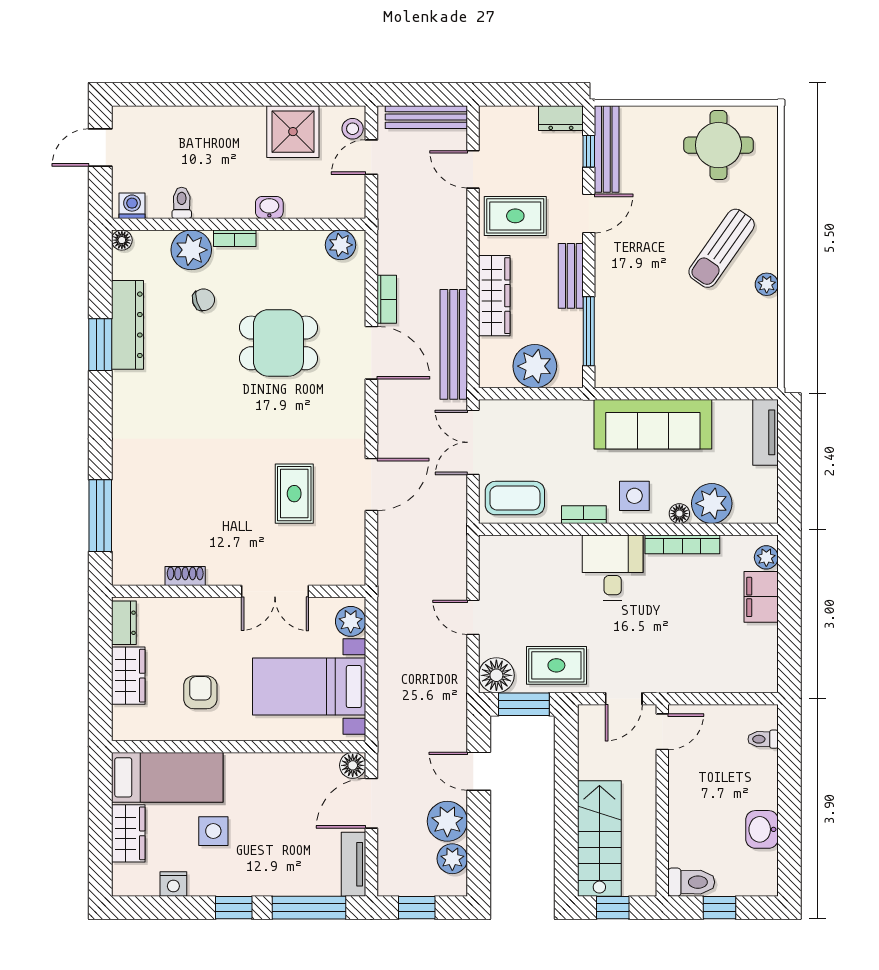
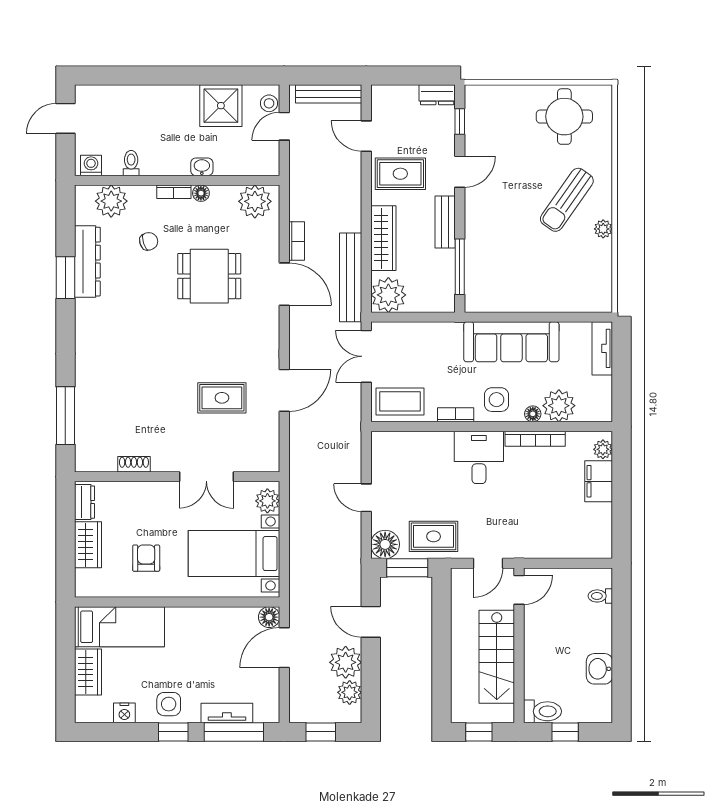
bench: (607, 149) -> (474, 120), removed
floor lamp: (122, 240) -> (201, 193), moved
plant: (341, 245) -> (255, 201), width x1.36, depth x1.36
plant: (191, 250) -> (111, 201), moved
plant: (535, 366) -> (388, 295), moved
rug: (294, 494) -> (222, 398), turned 90
side table: (213, 831) -> (169, 704), moved
stairs: (599, 839) -> (497, 657), moved, turned 180
tv unit: (354, 864) -> (227, 713), moved, turned 90

